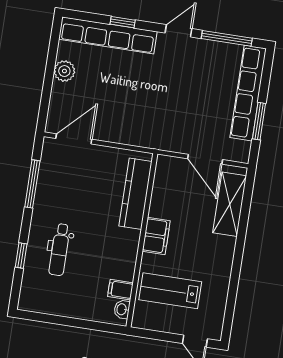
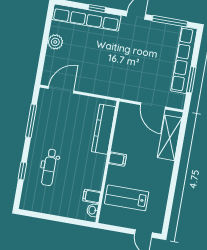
filing cabinet: (156, 236) -> (118, 159), width x0.50

